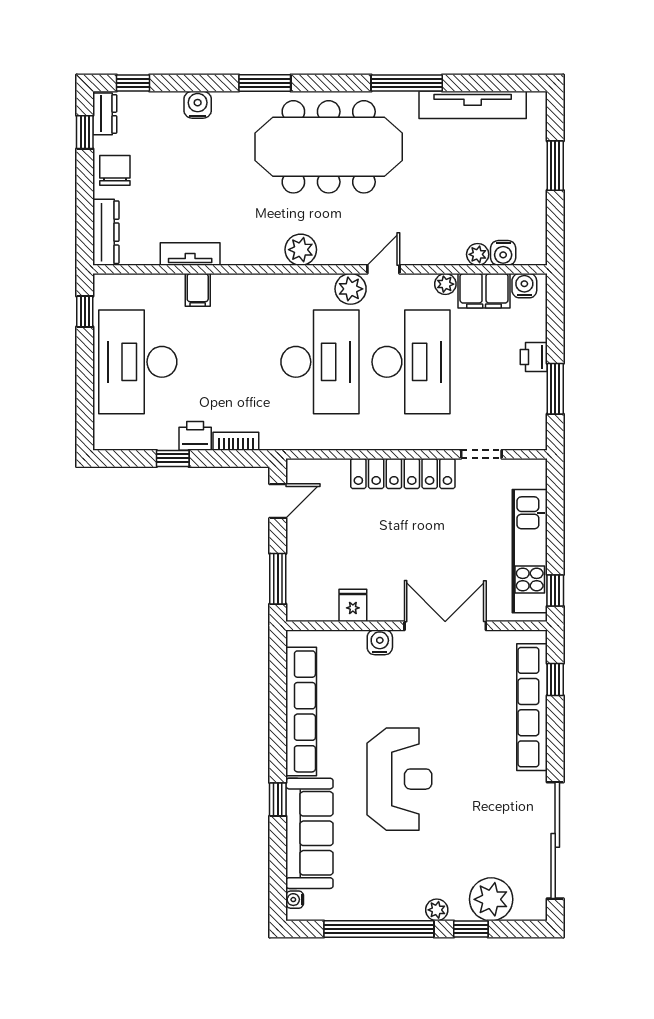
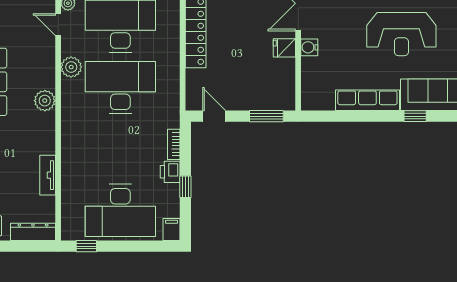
door: (383, 269) -> (58, 25), moved
filing cabinet: (198, 290) -> (172, 230), moved, turned -90
fridge: (353, 605) -> (284, 48), moved
row of seats: (301, 711) -> (367, 100), width x0.73
reception desk: (399, 779) -> (401, 34), turned 180

